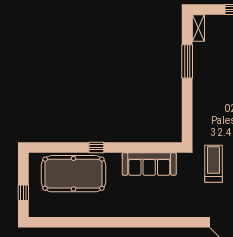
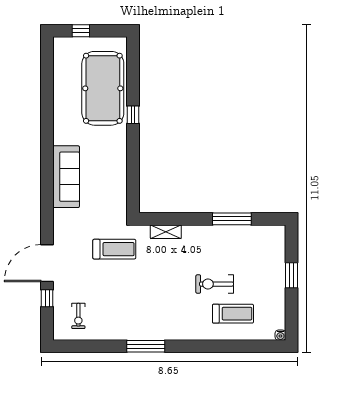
shelving: (198, 28) -> (166, 232), moved
sofa: (149, 164) -> (66, 177), moved, turned 180

